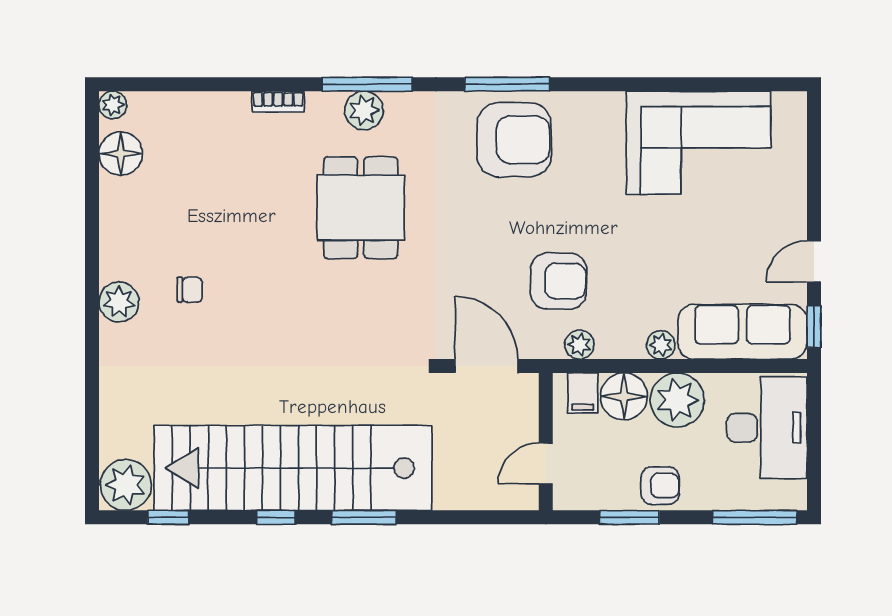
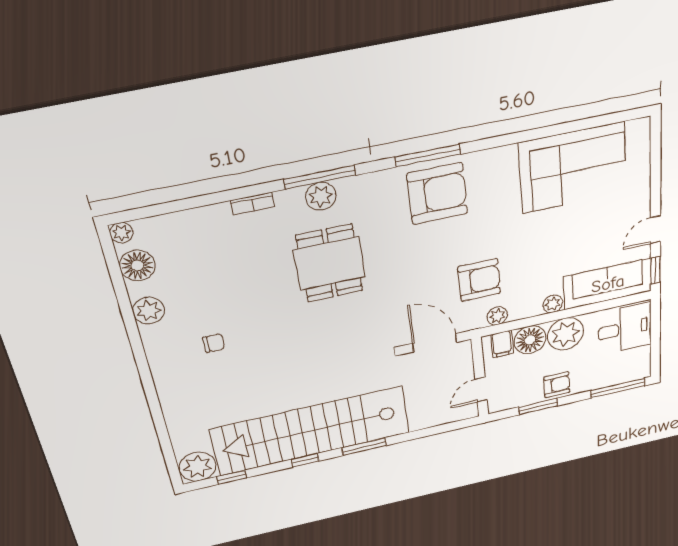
plant: (119, 302) -> (149, 311), moved
desk: (767, 428) -> (625, 329), width x0.73

